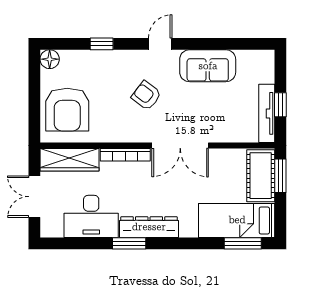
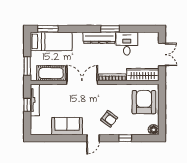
armchair: (146, 96) -> (109, 119), moved
cot: (261, 176) -> (51, 73), moved, turned 90
desk: (91, 216) -> (127, 44), width x0.73

